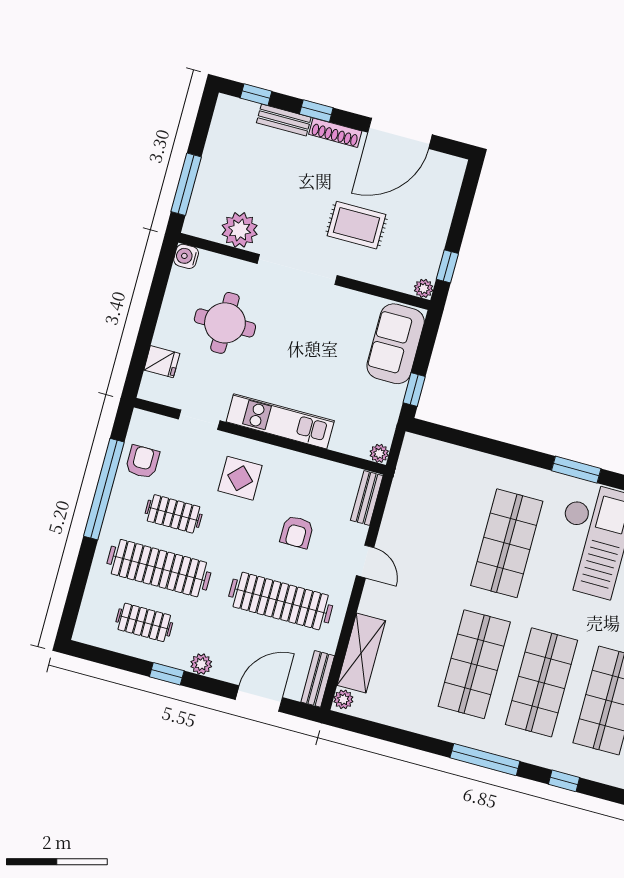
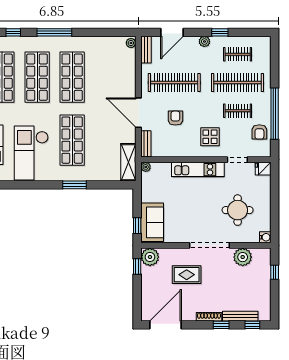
bench: (284, 120) -> (240, 316), width x1.36
door: (400, 133) -> (165, 325), moved
window: (186, 184) -> (275, 272), width x0.46
plant: (424, 288) -> (150, 257), width x1.88, depth x1.88
fridge: (162, 362) -> (263, 169), moved
window: (414, 390) -> (137, 226), moved
window: (576, 470) -> (74, 185), moved
door: (365, 562) -> (138, 113), width x1.88
shelving: (361, 653) -> (128, 162), moved

